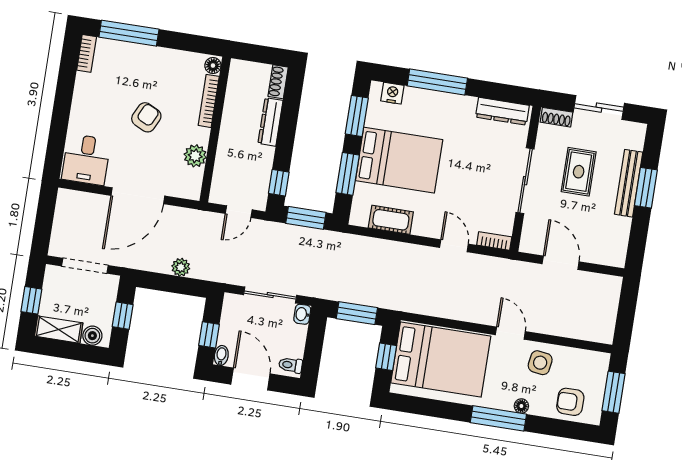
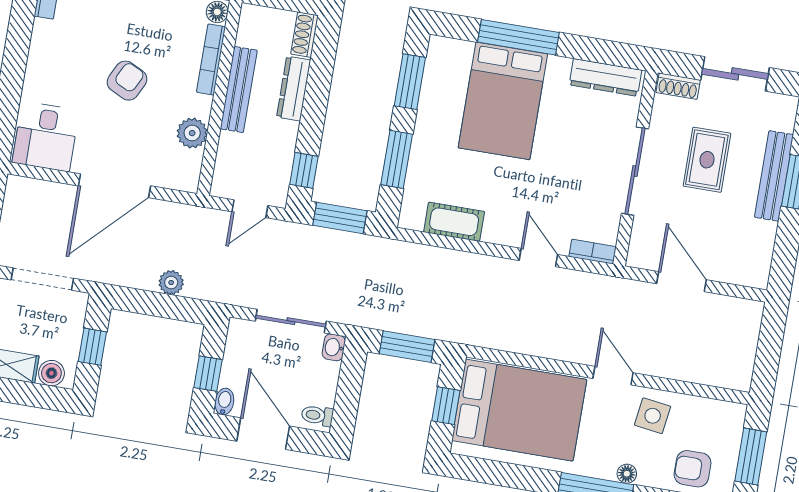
nightstand: (392, 93) -> (458, 52), removed
bench: (229, 123) -> (239, 90), added
bed: (399, 160) -> (503, 101), moved, turned 90

